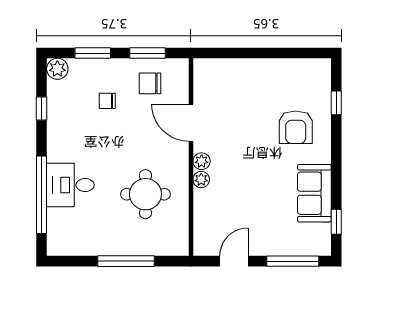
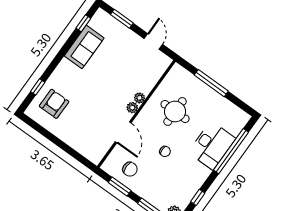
chair: (107, 101) -> (165, 151), moved
armchair: (296, 127) -> (54, 104), moved
desk: (70, 185) -> (212, 145), width x1.37
door: (234, 261) -> (153, 41), swing flipped
window: (293, 261) -> (122, 19), width x0.69

